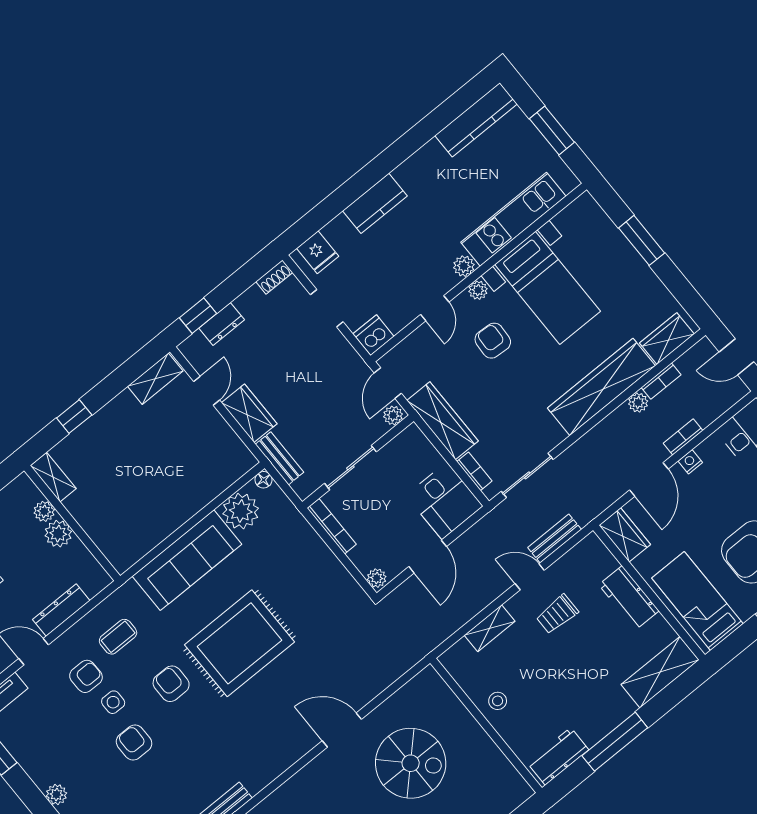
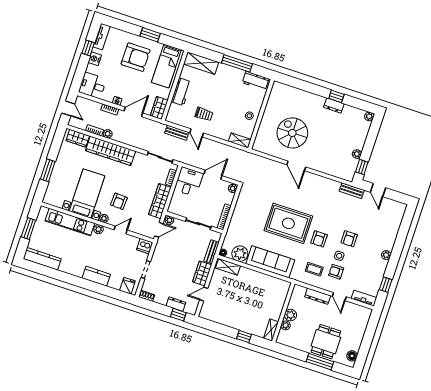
shelving: (155, 379) -> (228, 267), moved
shelving: (490, 628) -> (240, 140), moved

